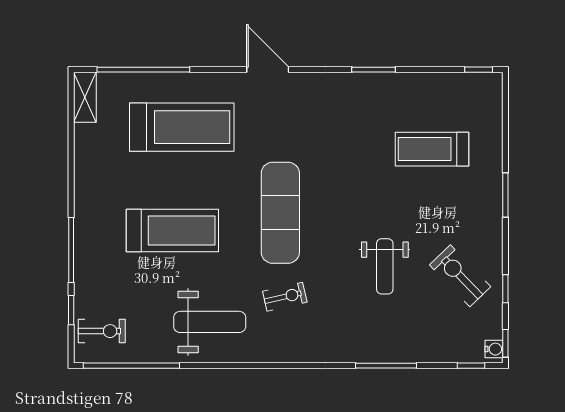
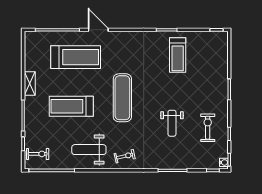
door: (268, 70) -> (98, 30), moved
shelving: (85, 97) -> (30, 83), moved
treadmill: (432, 149) -> (178, 55), moved, turned -90
treadmill: (172, 230) -> (71, 106), turned 180
exercise bike: (460, 276) -> (208, 128), turned 44
exercise bike: (285, 297) -> (125, 156), moved
weight bench: (210, 322) -> (89, 150), turned 180

